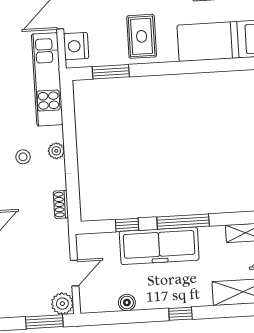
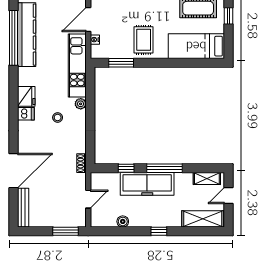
nightstand: (76, 46) -> (95, 40), width x0.53, depth x0.56
plant: (56, 151) -> (81, 104), moved
shoe rack: (61, 204) -> (82, 163), moved
plant: (62, 304) -> (79, 220), removed

